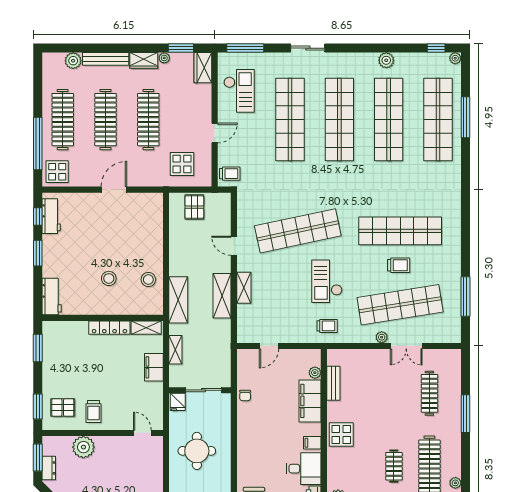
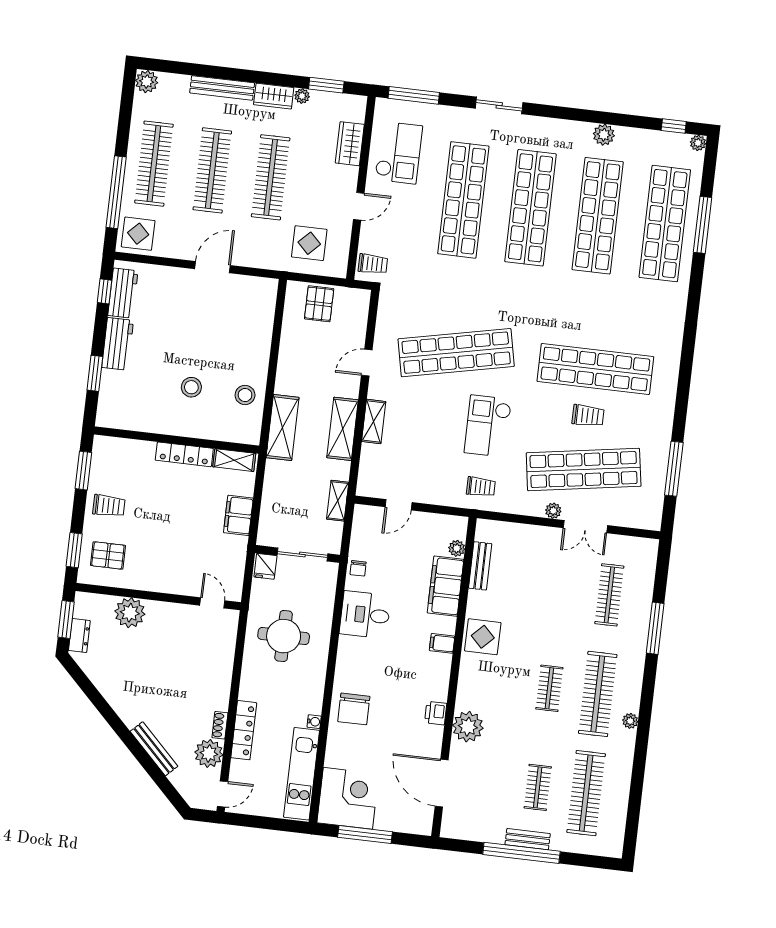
plant: (73, 61) -> (147, 82), moved
wardrobe: (203, 68) -> (350, 144), moved
door: (234, 246) -> (367, 363), hinge flipped
window: (38, 253) -> (95, 373), moved
workbench: (52, 296) -> (118, 344), moved
shelving: (175, 350) -> (338, 501), moved
trolley: (94, 412) -> (109, 506), moved, turned -90
desk: (304, 469) -> (365, 615), moved, turned 180

